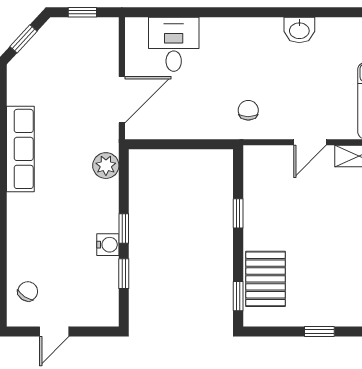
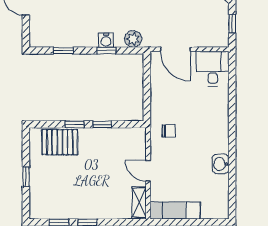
desk: (174, 44) -> (213, 69), moved, turned -90
window: (124, 229) -> (107, 51), moved
water cooler: (108, 245) -> (106, 40), moved
window: (238, 296) -> (75, 124), moved

